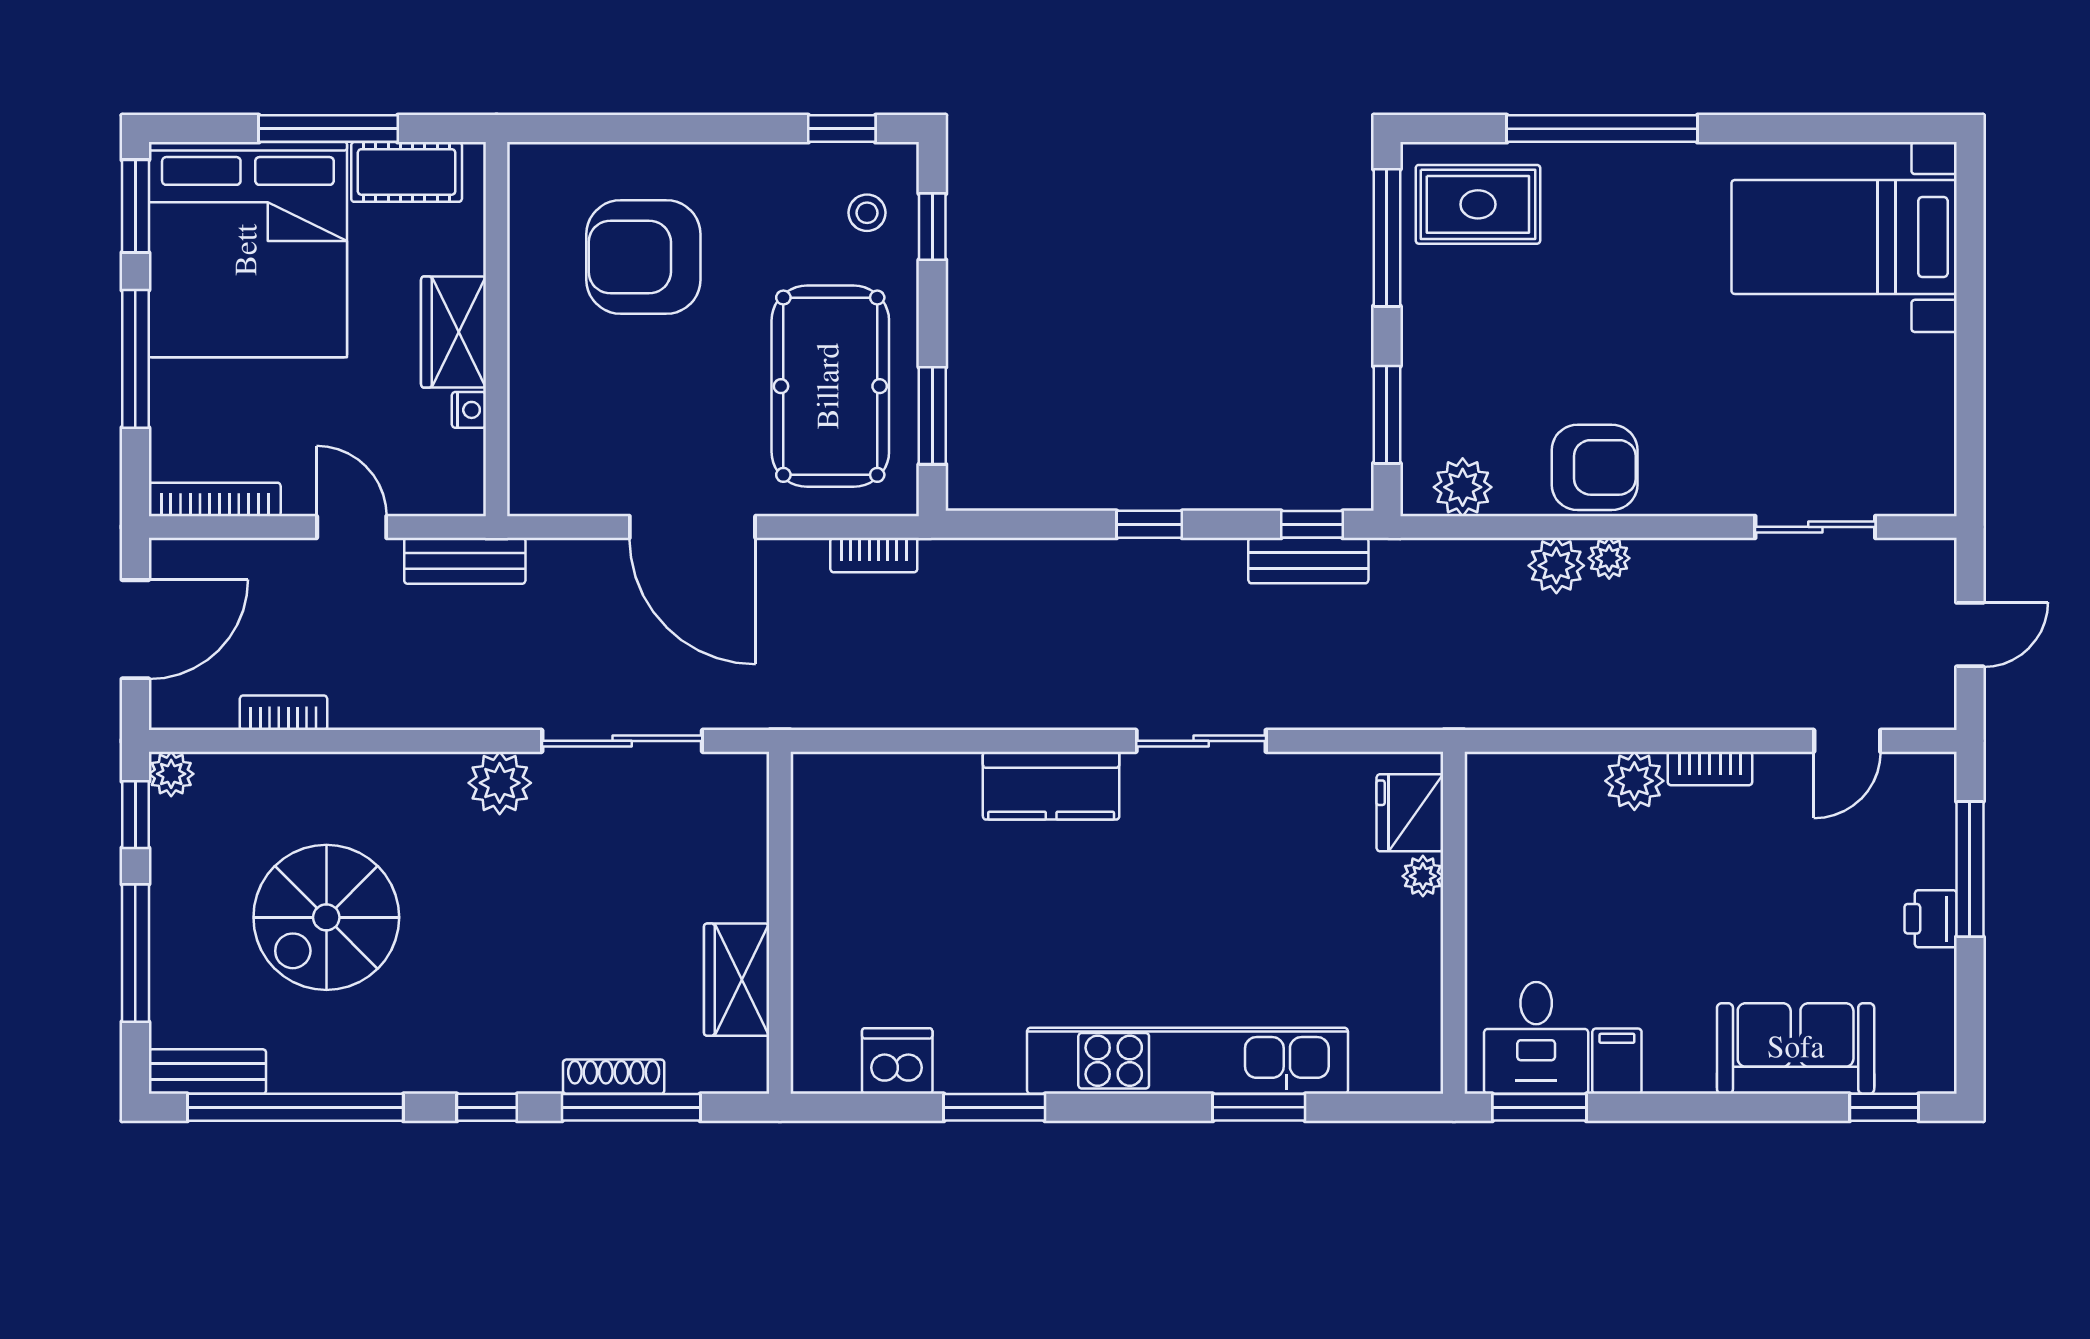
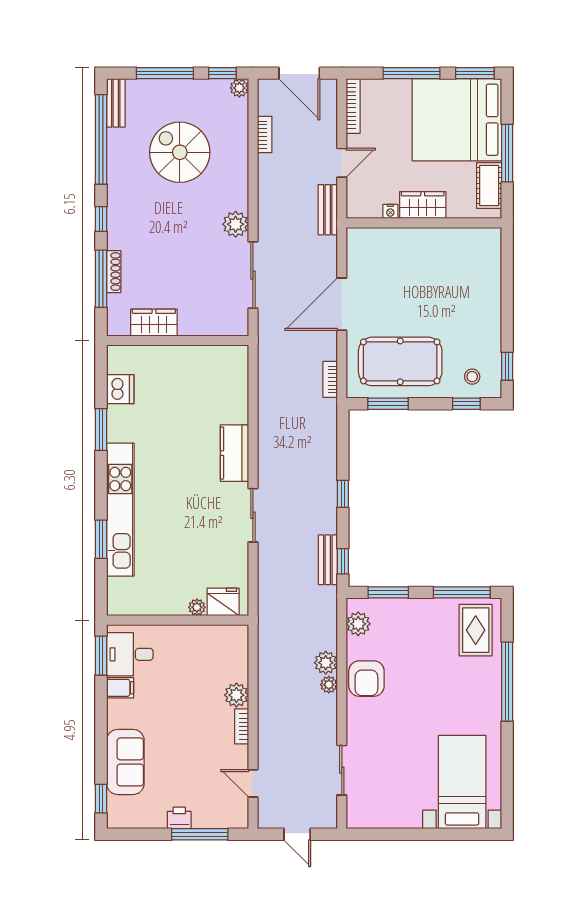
armchair: (643, 257) -> (454, 284), removed

